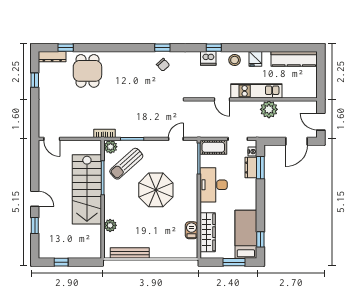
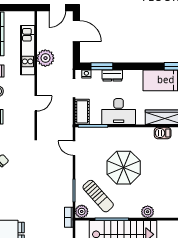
kitchen unit: (256, 91) -> (28, 50), moved
dresser: (251, 168) -> (112, 75), moved
plant: (110, 225) -> (148, 212), moved

